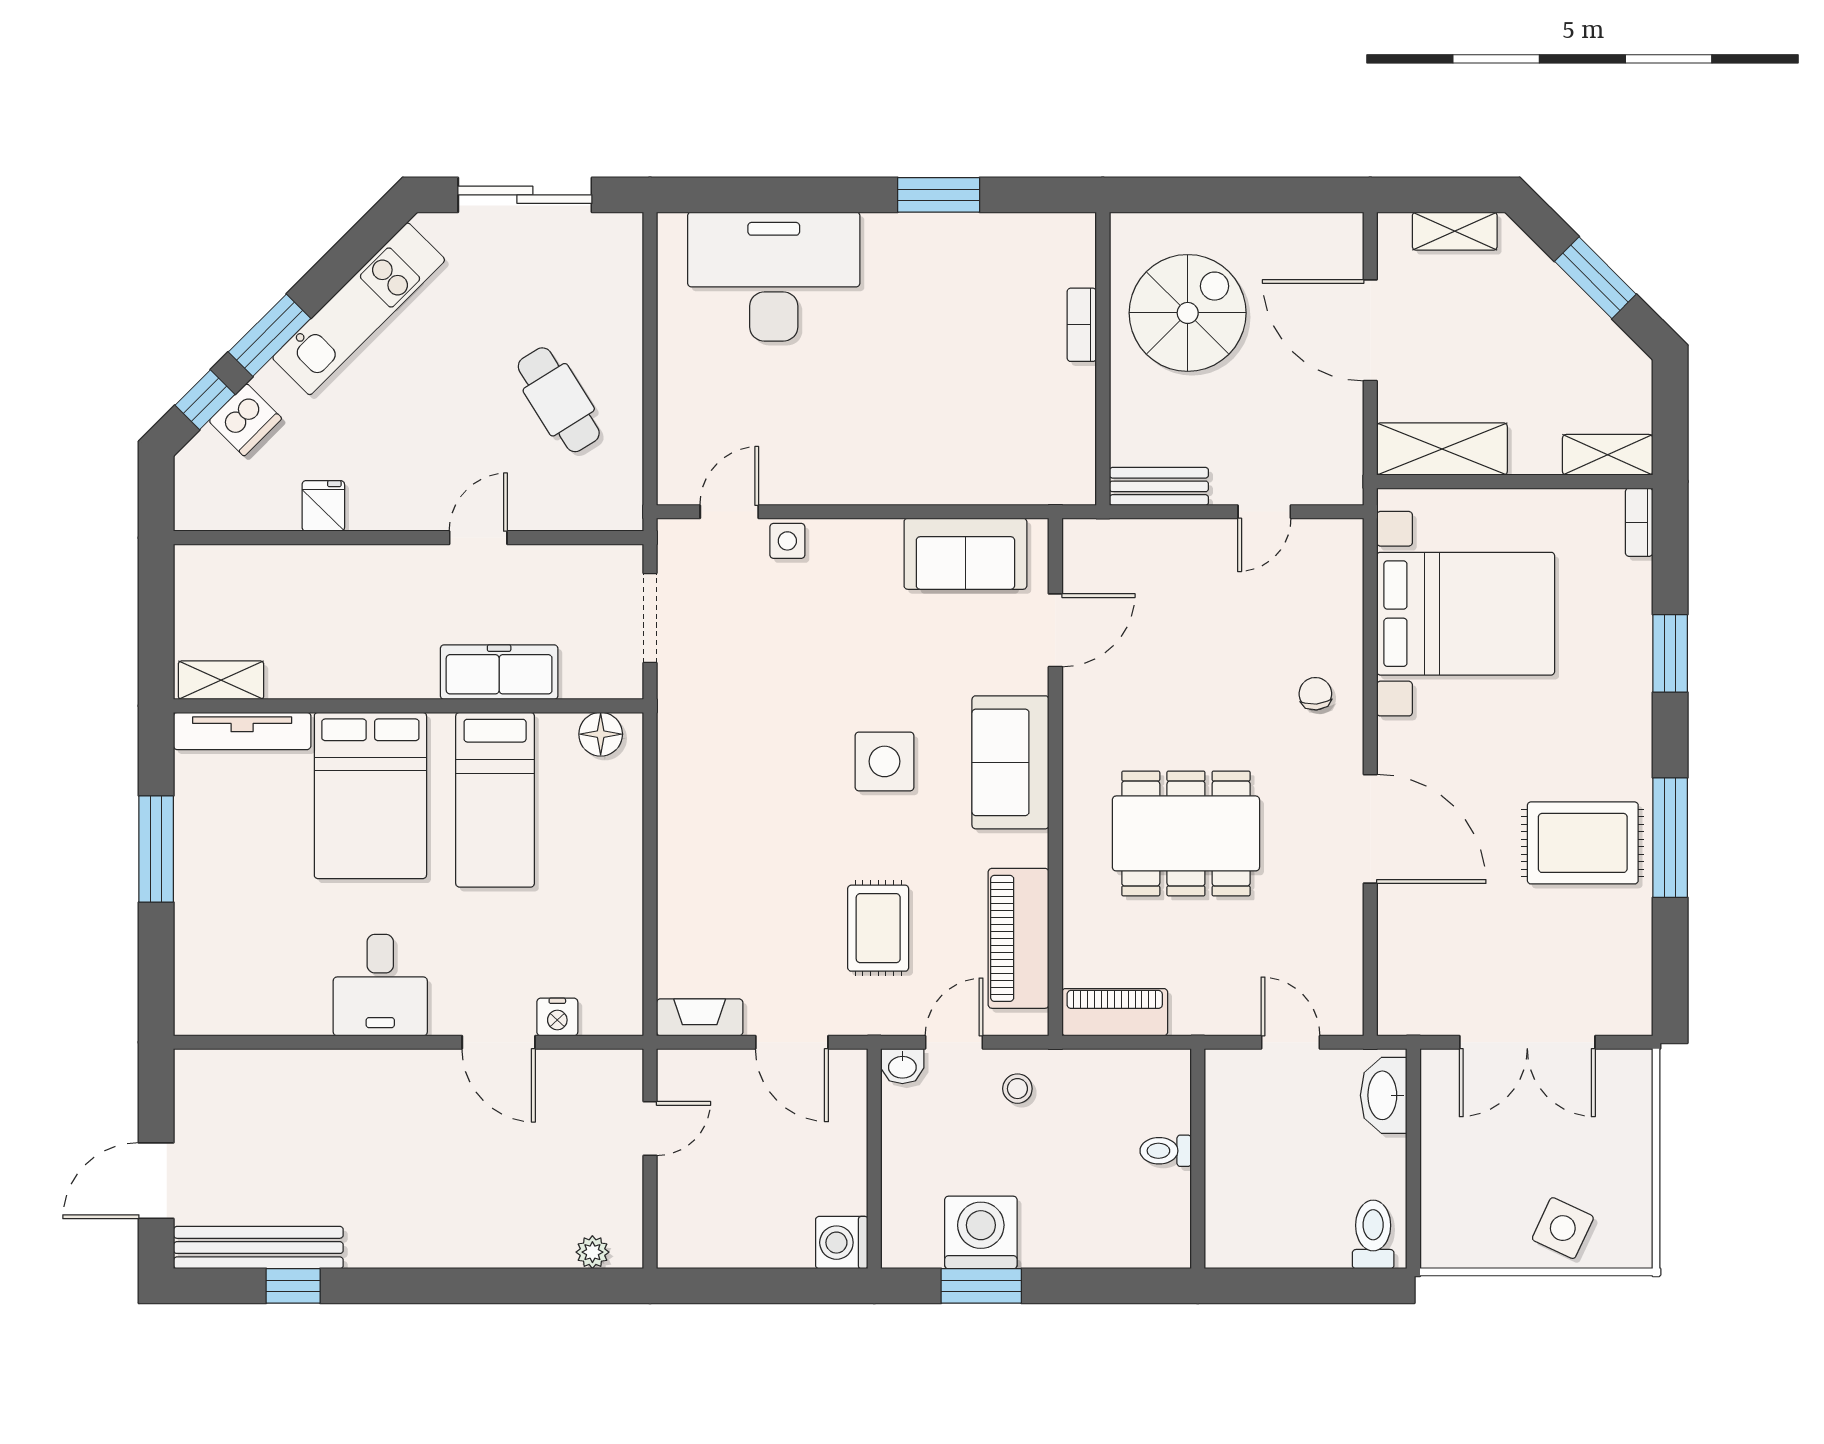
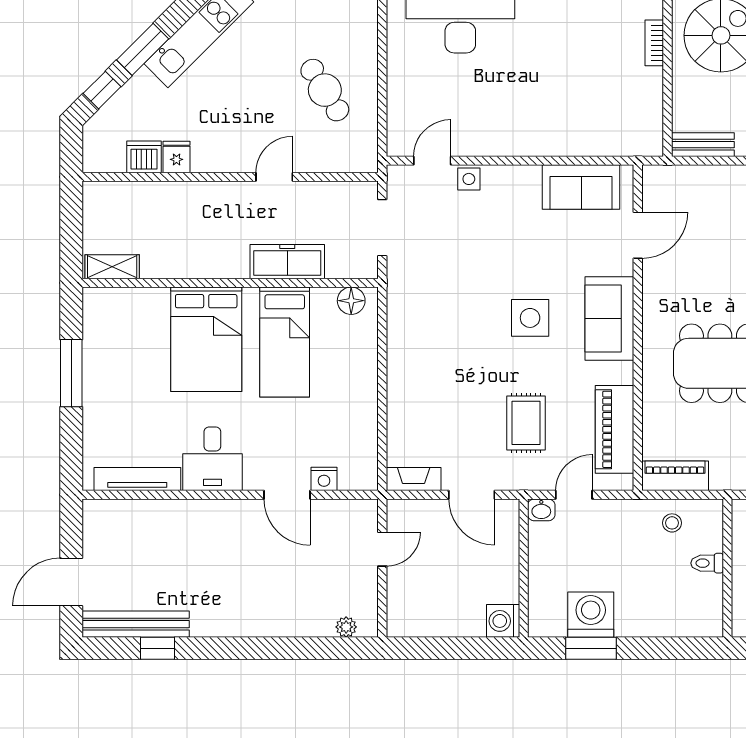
dishwasher: (245, 420) -> (144, 157), moved, turned -135
tv unit: (242, 731) -> (137, 479), moved, turned 180
stool: (1017, 1089) -> (672, 523), moved

